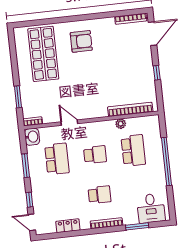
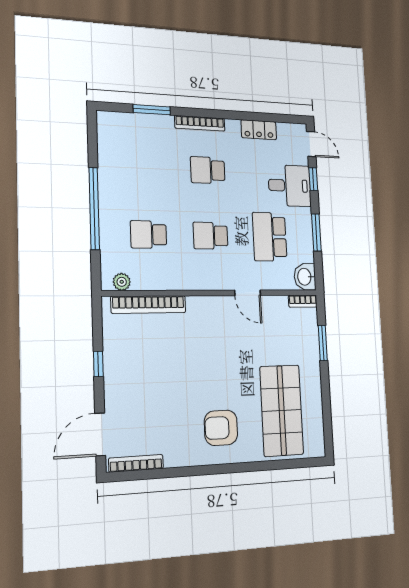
plant: (121, 124) -> (122, 282), moved
school desk: (133, 150) -> (149, 235), width x0.54
desk: (151, 208) -> (290, 186), moved, turned 90

